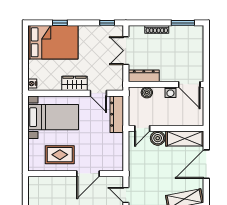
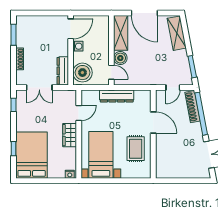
boiler: (147, 93) -> (82, 73), width x1.86, depth x1.86
dresser: (117, 114) -> (117, 96), moved

